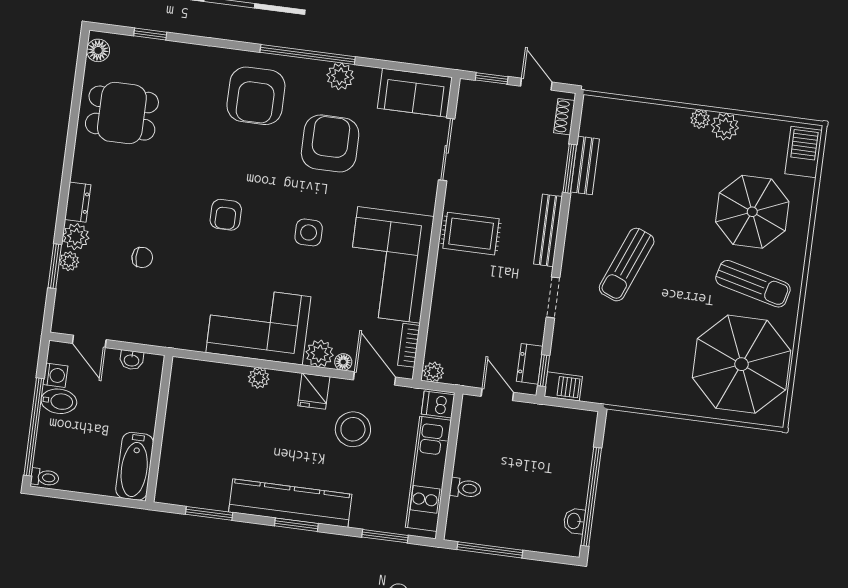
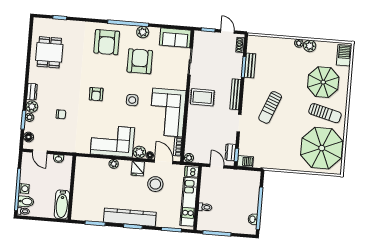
floor lamp: (98, 50) -> (29, 137), moved
dining table: (122, 113) -> (49, 52), turned 90
washing machine: (55, 375) -> (24, 189), moved
bidet: (59, 401) -> (26, 202), moved

